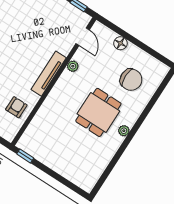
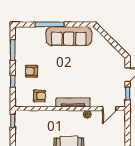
floor lamp: (120, 43) -> (121, 135), removed

